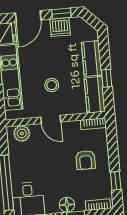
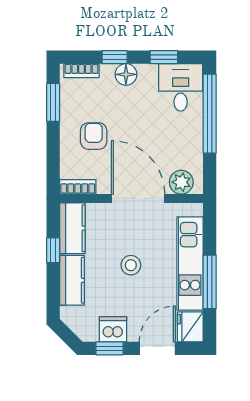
stool: (52, 85) -> (131, 265), moved
door: (51, 119) -> (138, 198), width x1.87
window: (116, 181) -> (53, 102), width x1.50

